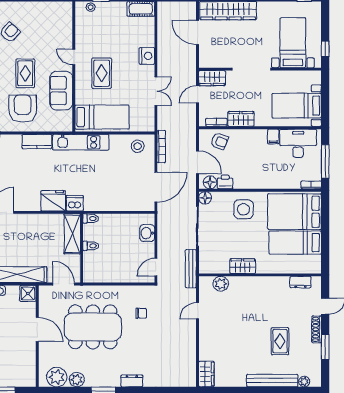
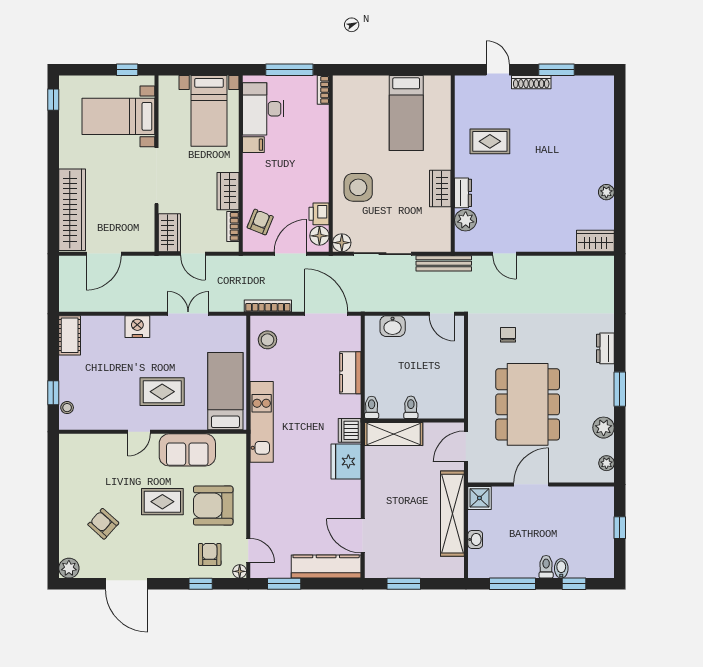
kitchen counter: (37, 142) -> (350, 373), moved, turned 180
bed: (294, 212) -> (362, 114), removed
dresser: (300, 282) -> (463, 193), moved
rug: (280, 341) -> (490, 141), moved
plant: (57, 377) -> (606, 463), width x0.53, depth x0.53
bench: (272, 381) -> (605, 146), removed
plant: (304, 382) -> (606, 192), moved

